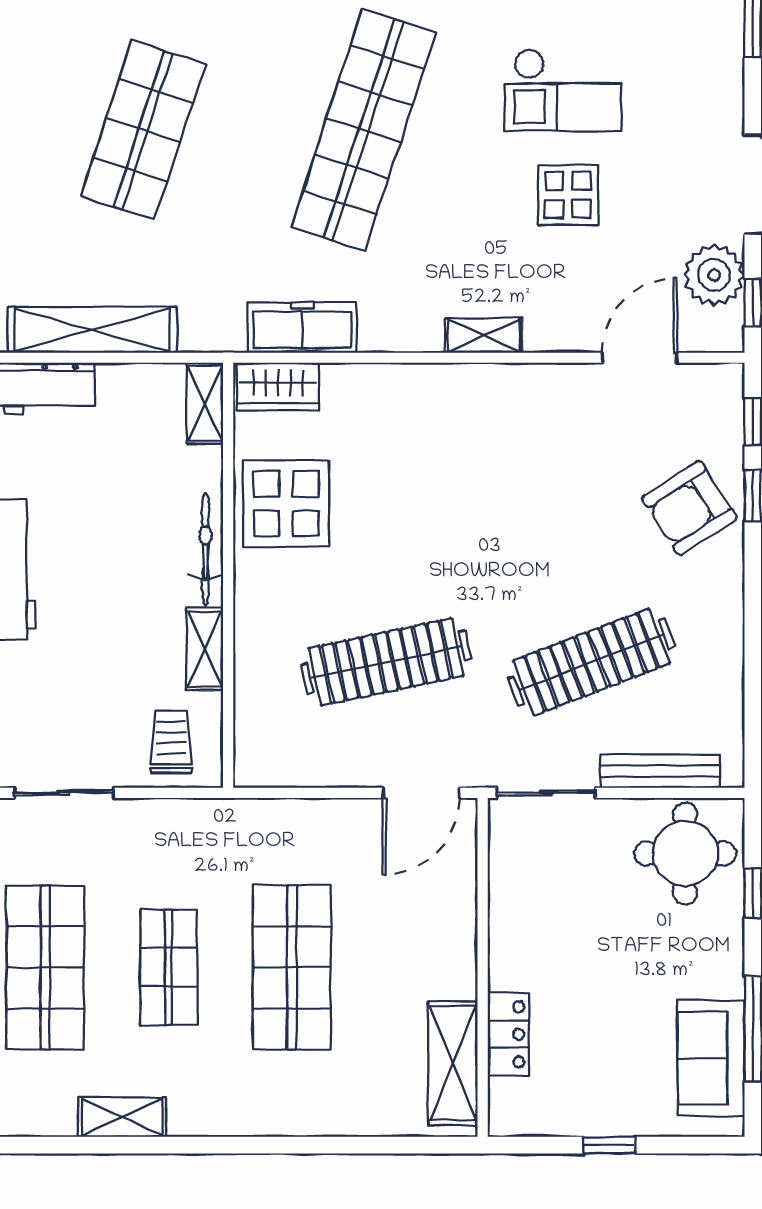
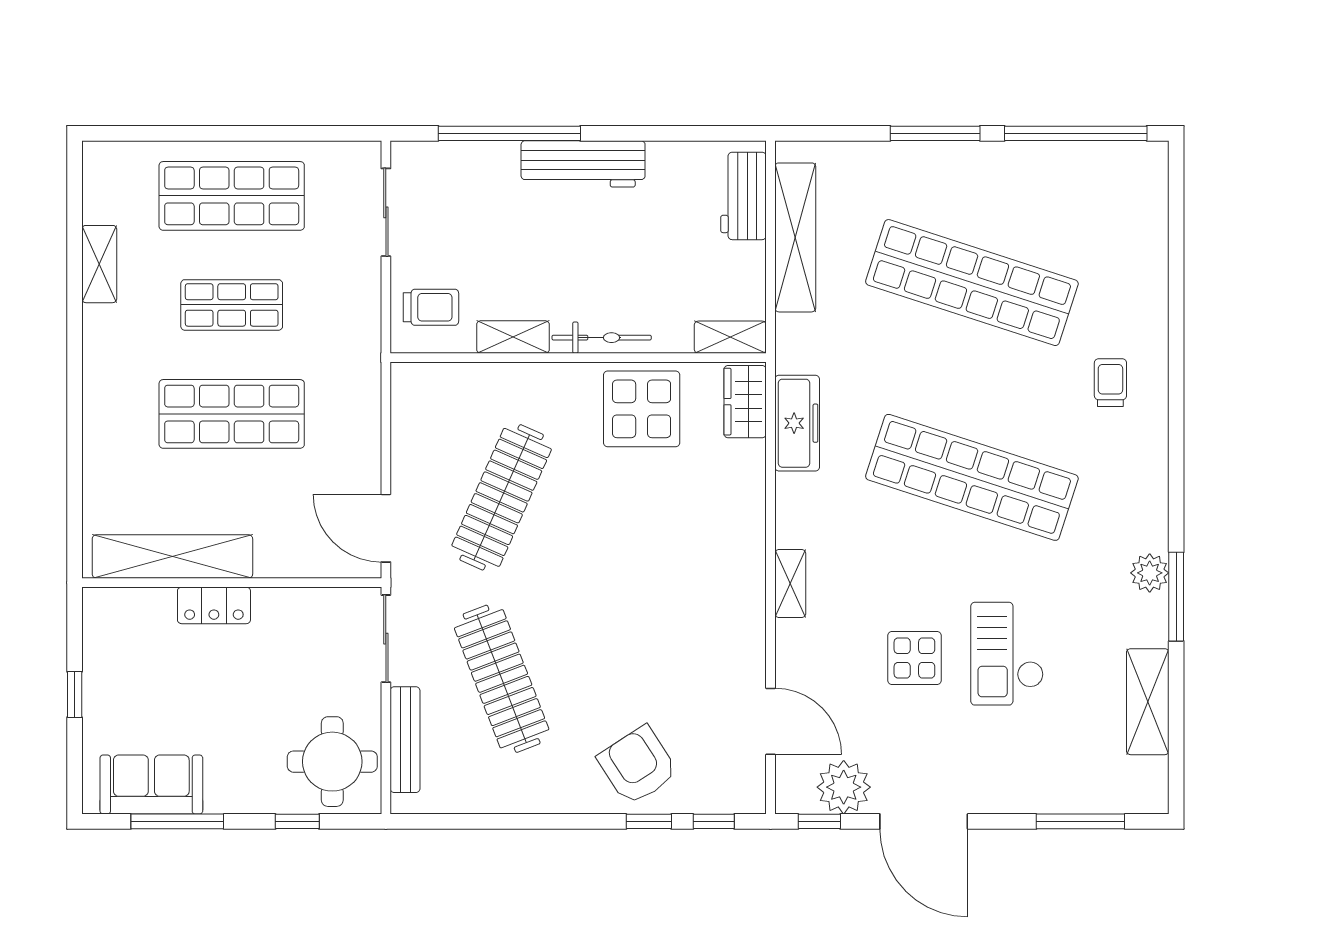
shop shelf: (143, 130) -> (972, 283), width x1.40
clothes rail: (386, 662) -> (502, 497), turned 36
locker: (508, 1034) -> (214, 605), moved
shelving: (453, 1063) -> (172, 556), width x1.47

